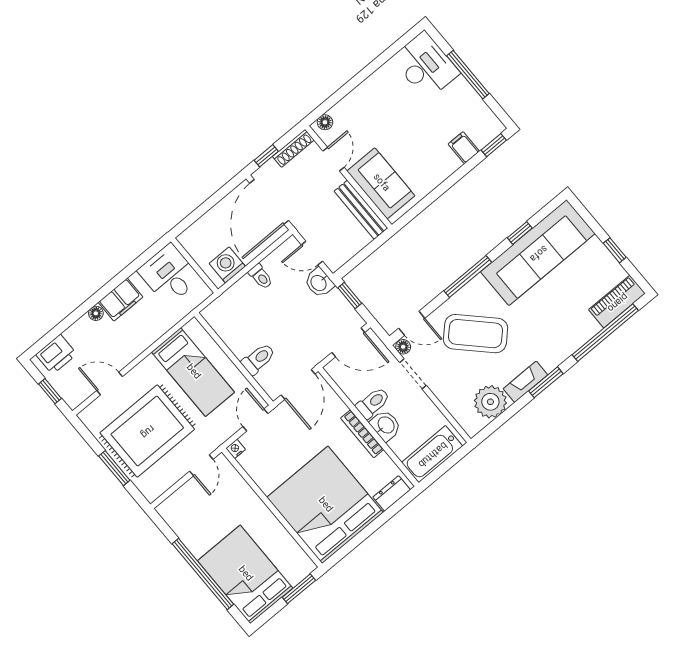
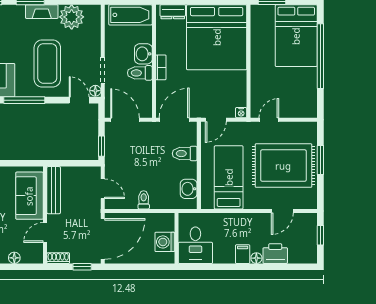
floor lamp: (325, 122) -> (14, 258), moved
shoe rack: (293, 148) -> (58, 258), width x0.70
washing machine: (227, 265) -> (165, 242), moved, turned 90
washbasin: (319, 283) -> (189, 189), moved, turned 180
filing cabinet: (121, 300) -> (243, 254), width x0.50
coffee table: (476, 334) -> (47, 63), turned 45
printer: (56, 354) -> (275, 254), moved
door: (110, 383) -> (282, 211), hinge flipped
bookcase: (362, 434) -> (161, 67), width x0.64

